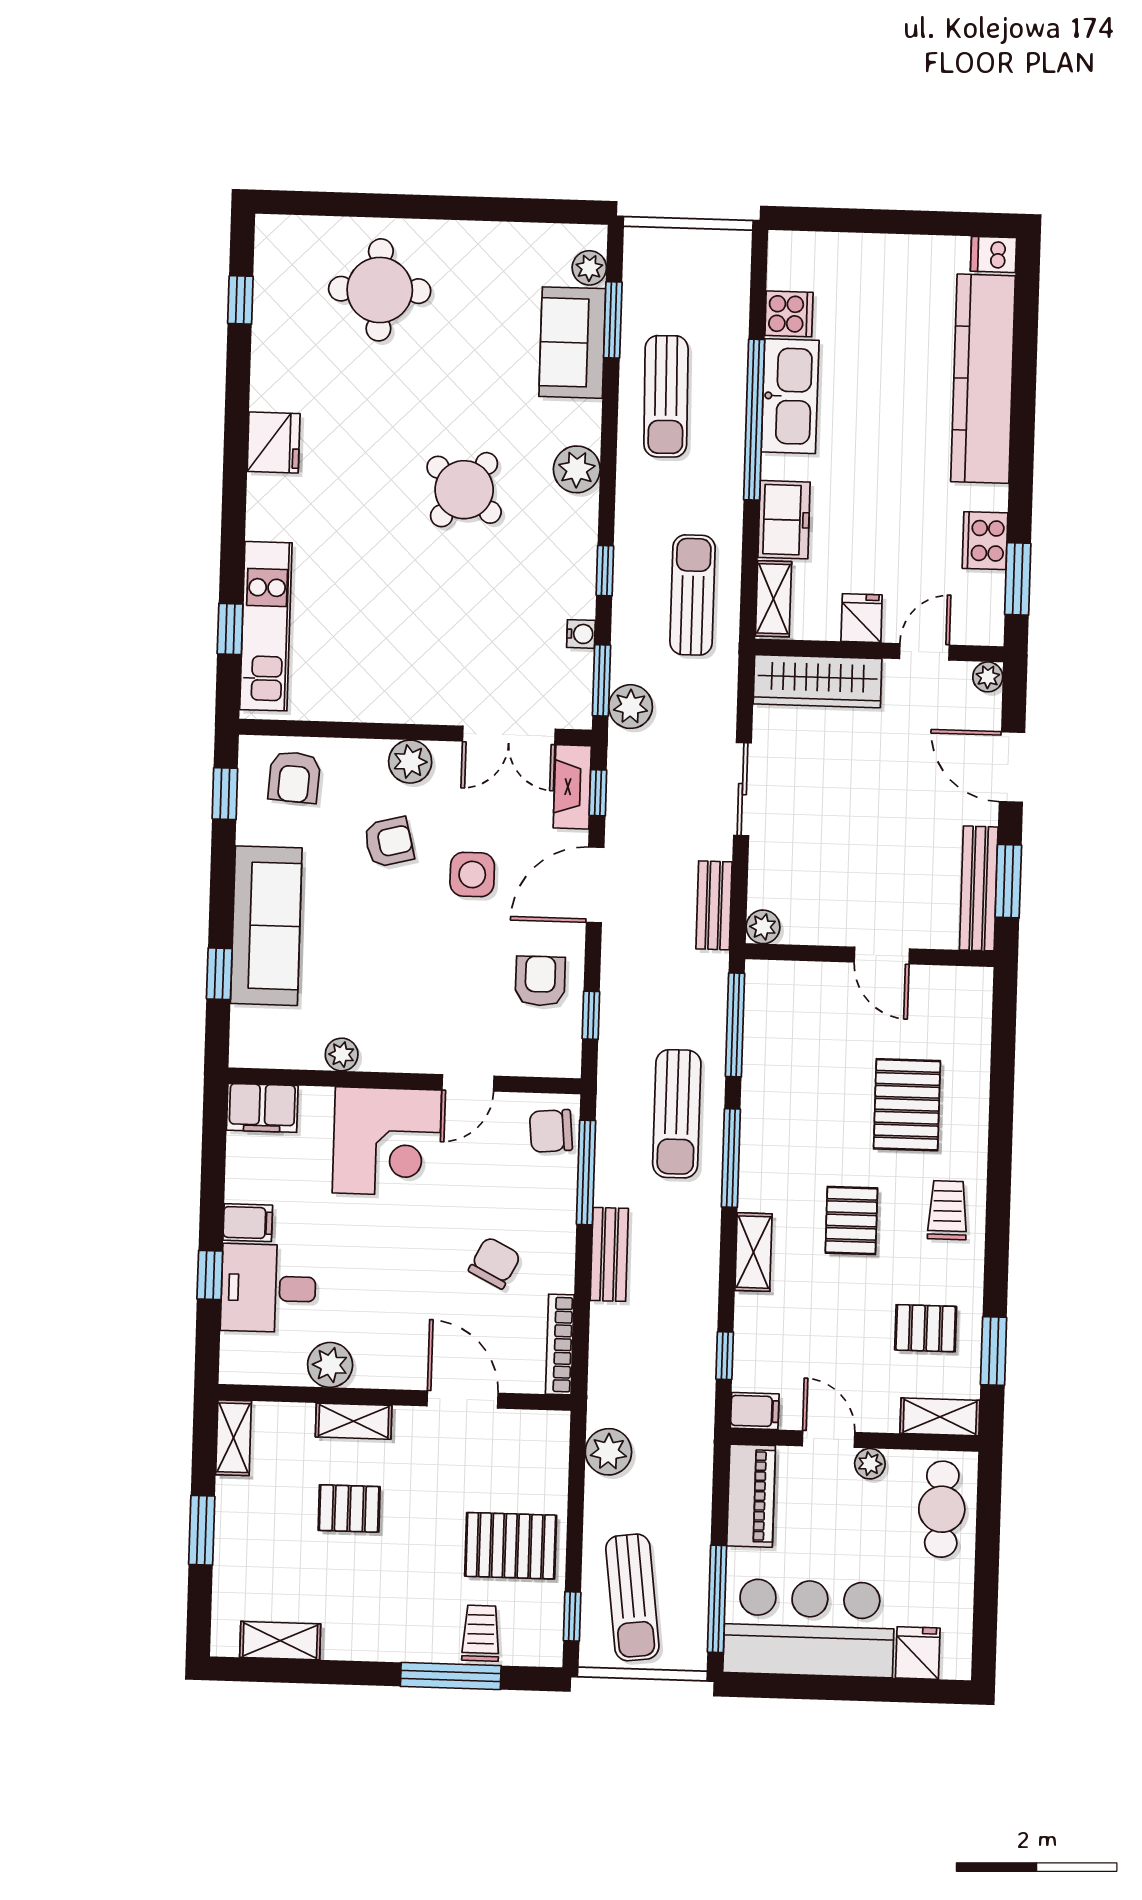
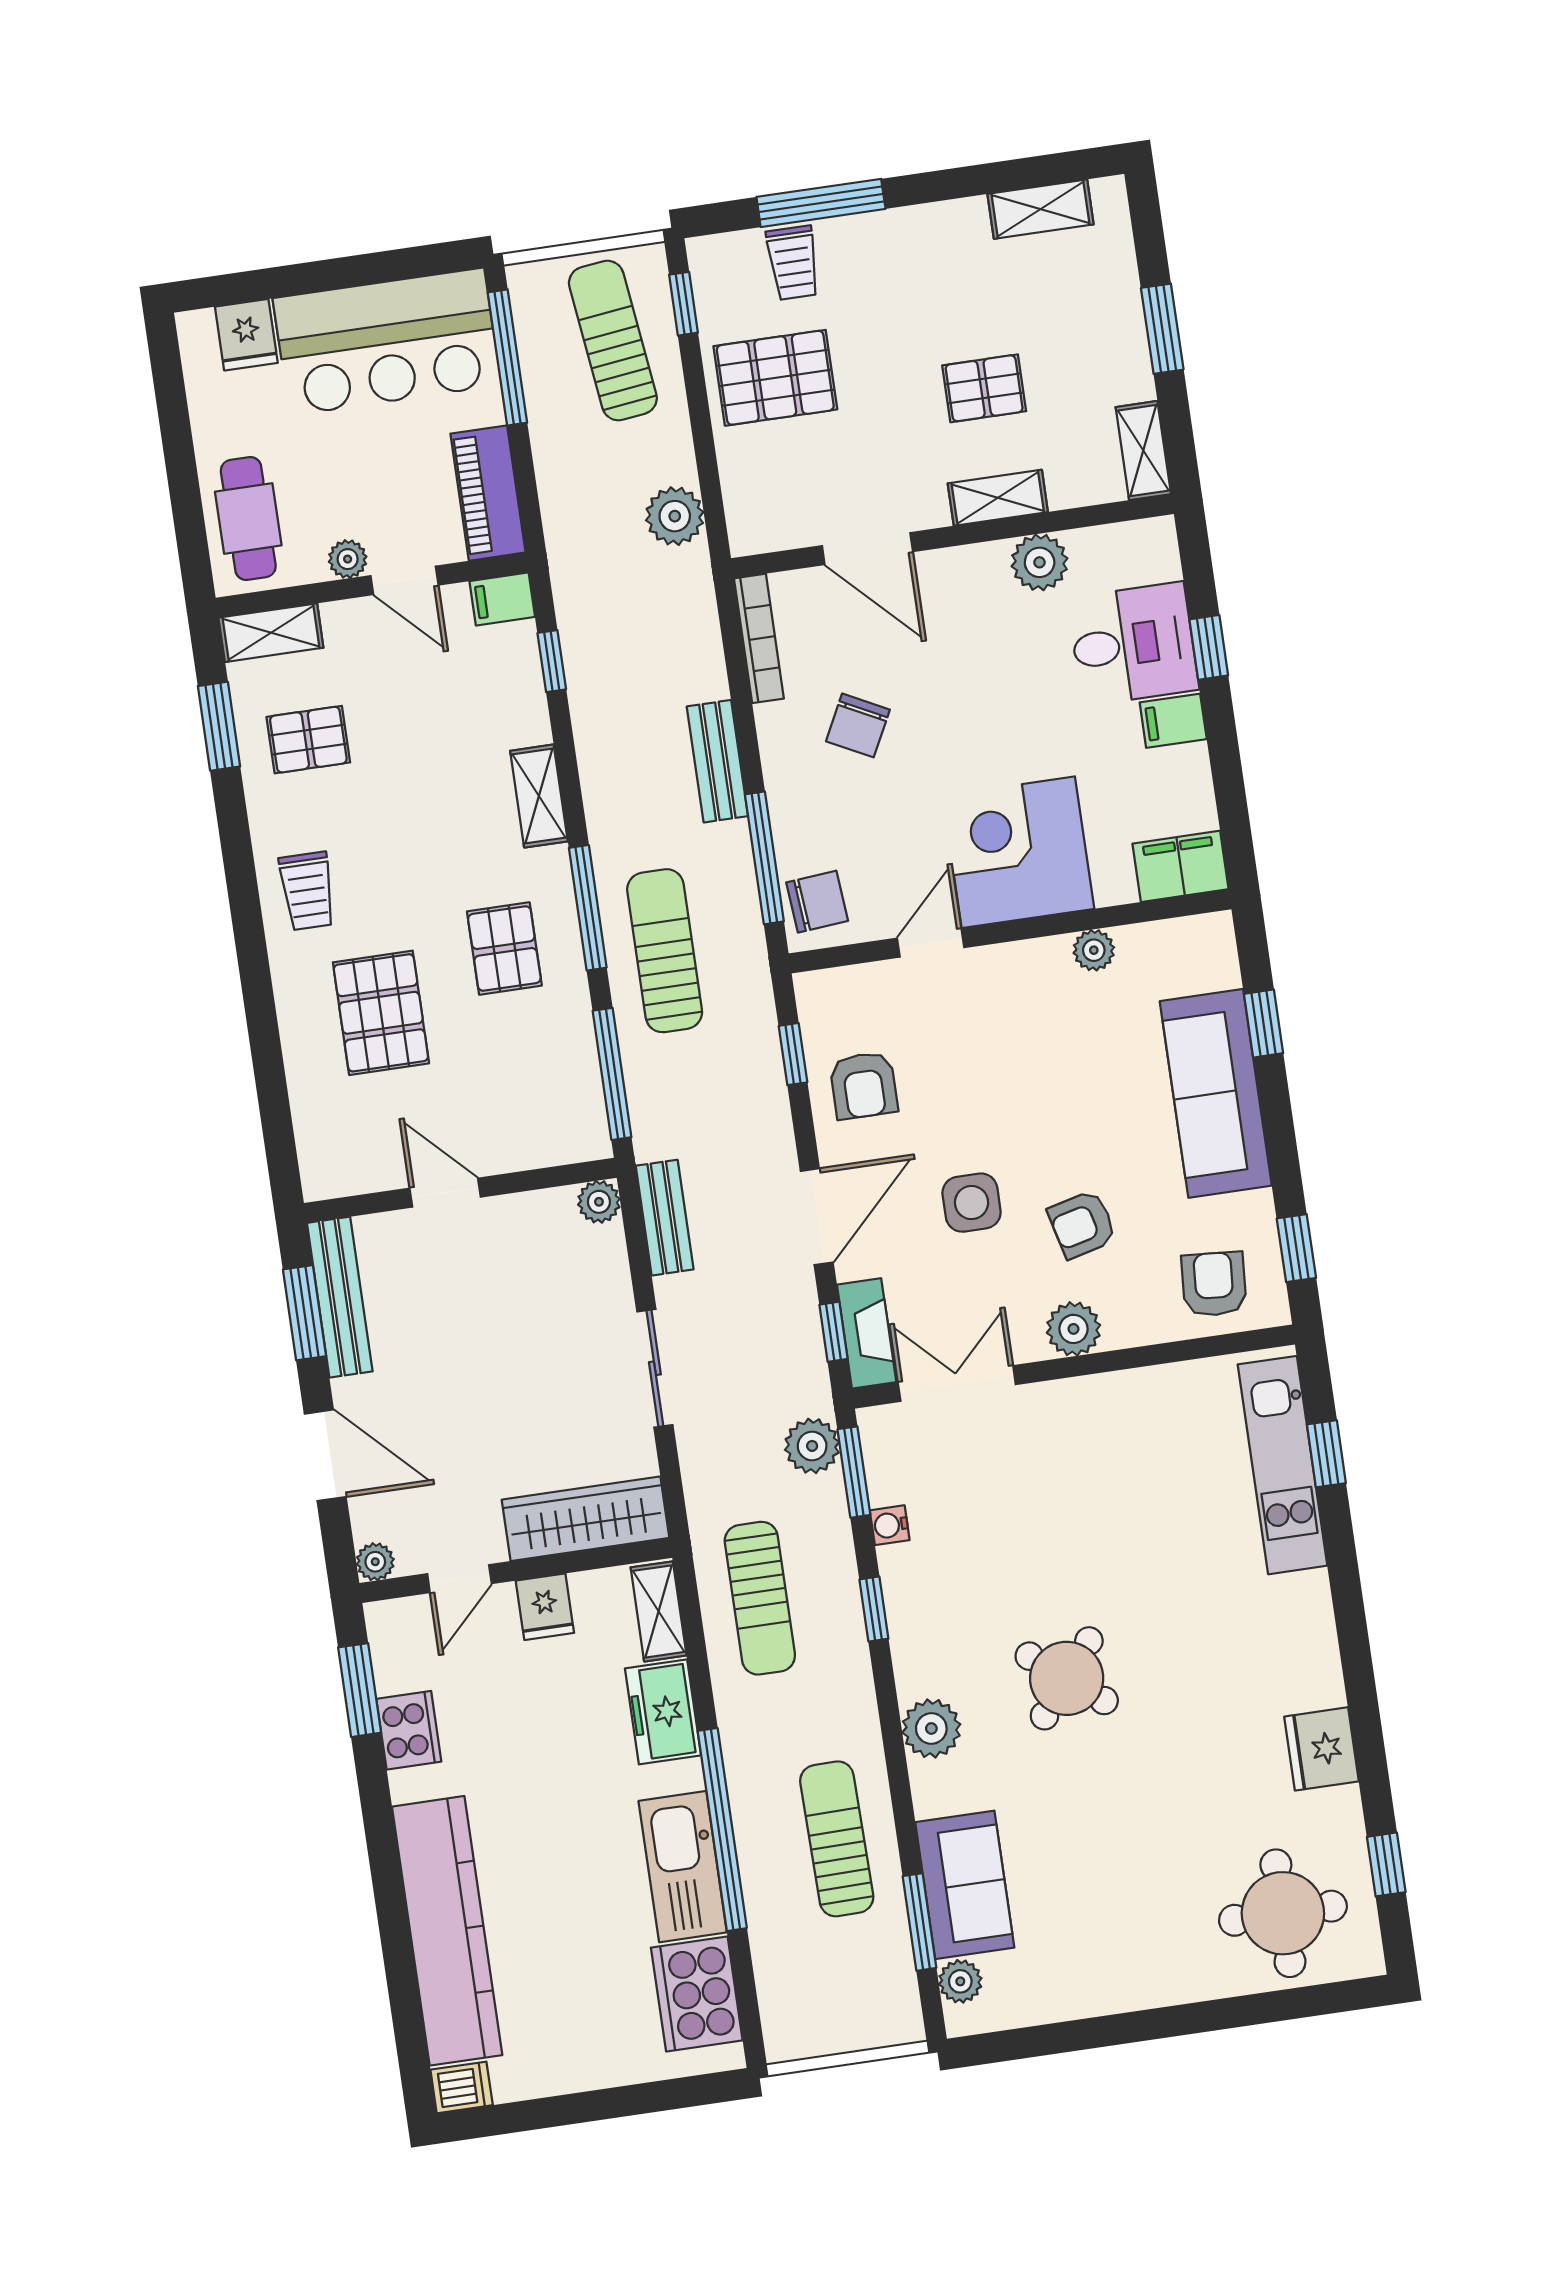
round table: (380, 290) -> (1283, 1913), moved
cooker: (789, 314) -> (697, 1994), width x1.87, depth x1.31
fridge: (274, 443) -> (1321, 1749), moved
pallet: (851, 1220) -> (504, 949), moved

